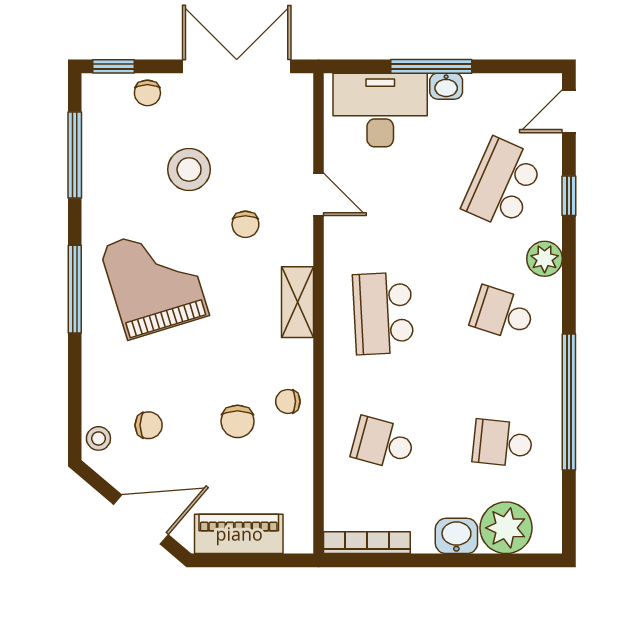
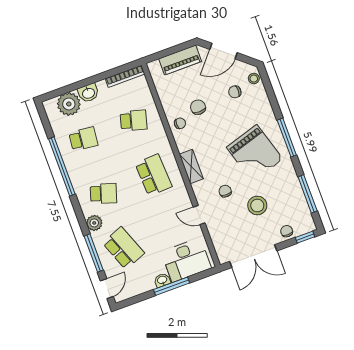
school desk: (503, 184) -> (123, 248), turned -45
window: (569, 196) -> (94, 253), width x2.17

